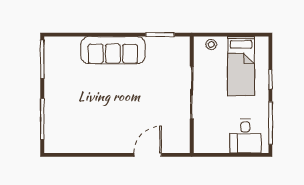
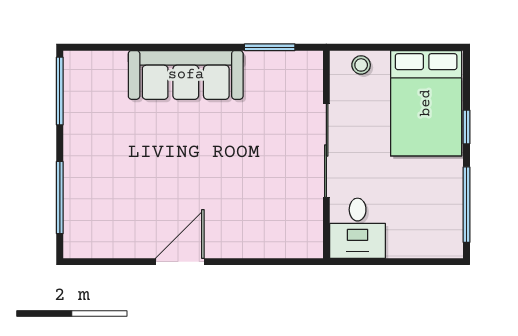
bed: (241, 66) -> (426, 103), width x1.50
desk: (245, 136) -> (358, 228), moved
door: (148, 155) -> (180, 262), moved

